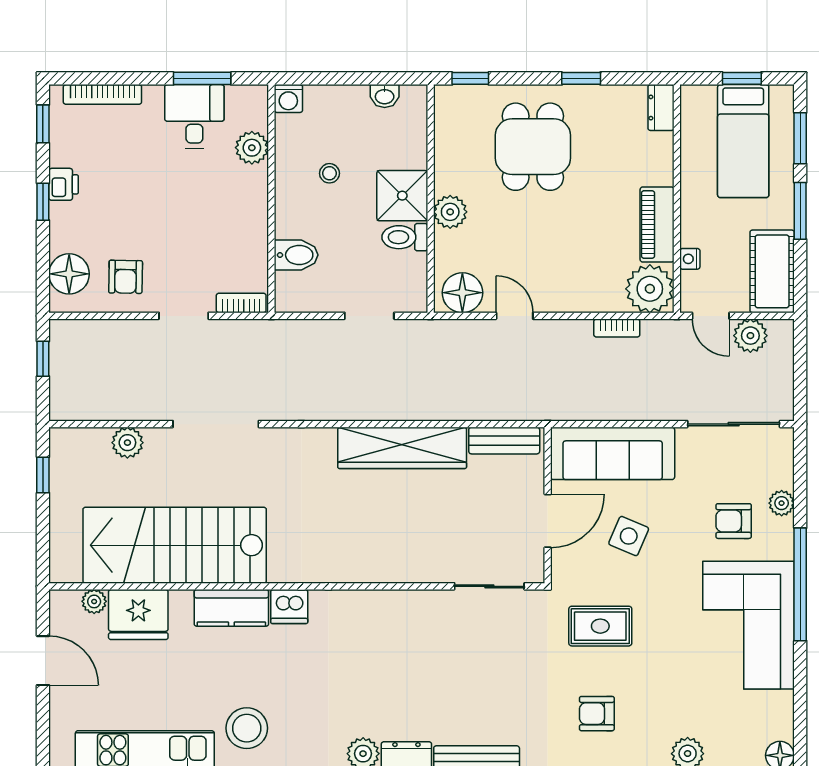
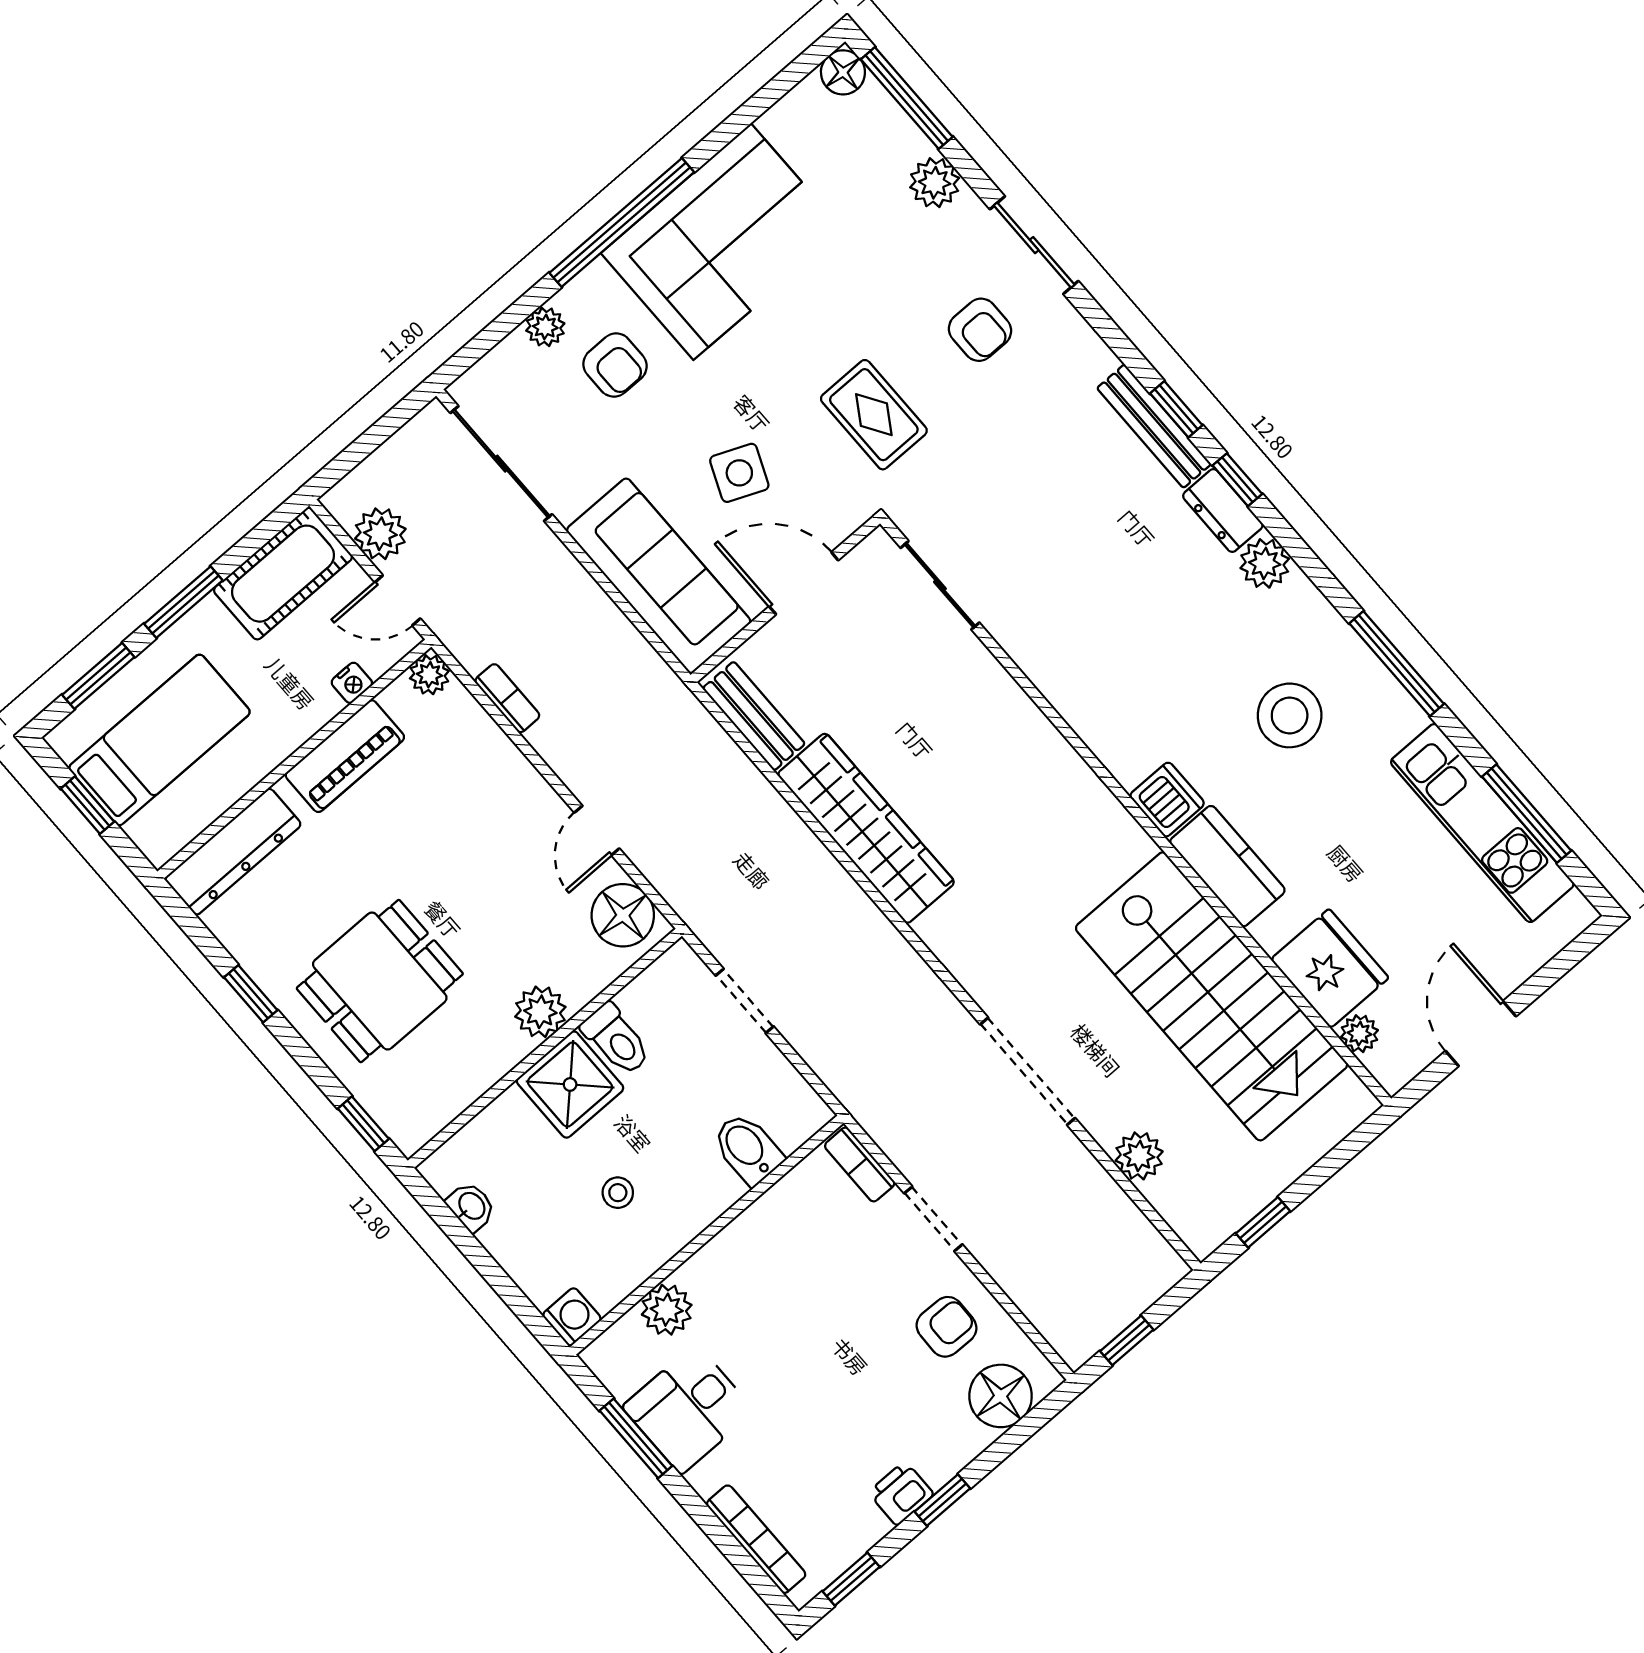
dresser: (661, 108) -> (233, 852), width x1.96, depth x1.24
plant: (650, 289) -> (429, 675), width x0.53, depth x0.53
door: (711, 316) -> (398, 600), swing flipped
stool: (247, 728) -> (1290, 715), moved

